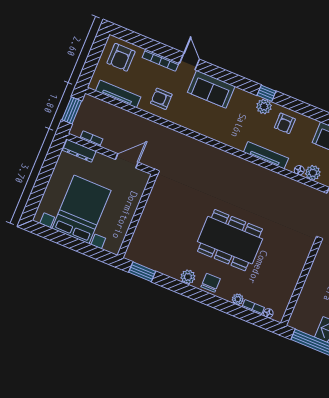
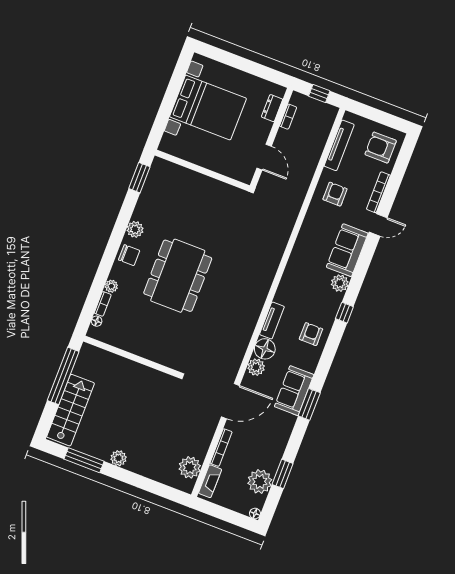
plant: (264, 106) -> (340, 283), moved
window: (72, 110) -> (319, 93), width x0.67
armchair: (285, 123) -> (311, 334), turned 90
dresser: (79, 151) -> (272, 108), width x0.70
tv unit: (266, 155) -> (272, 320), width x0.71
floor lamp: (299, 170) -> (265, 349), width x1.89, depth x1.89

